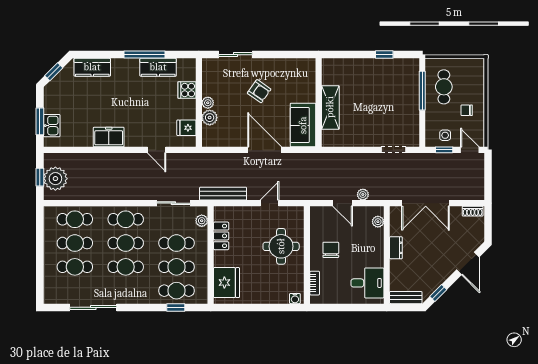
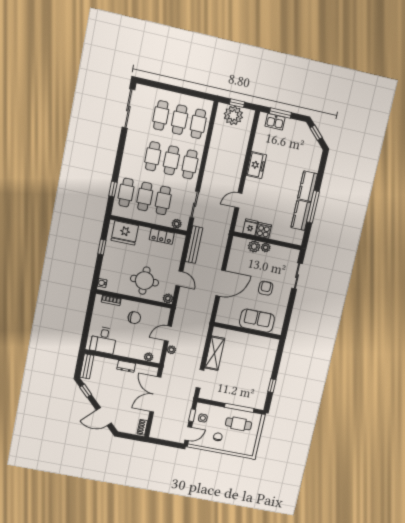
kitchen counter: (92, 67) -> (308, 186), moved
cooker: (187, 90) -> (264, 230), moved
armchair: (259, 91) -> (266, 288), turned 145
shelving: (330, 107) -> (215, 353), moved, turned 90
sofa: (303, 125) -> (257, 321), moved
plant: (298, 212) -> (168, 298), added
sliding door: (93, 307) -> (128, 109), moved
window: (250, 307) -> (102, 247), added

